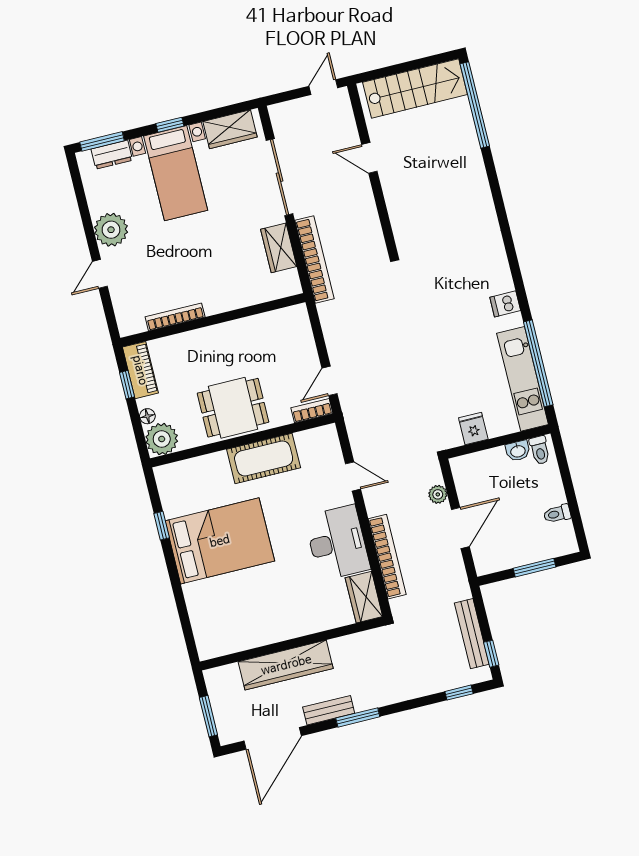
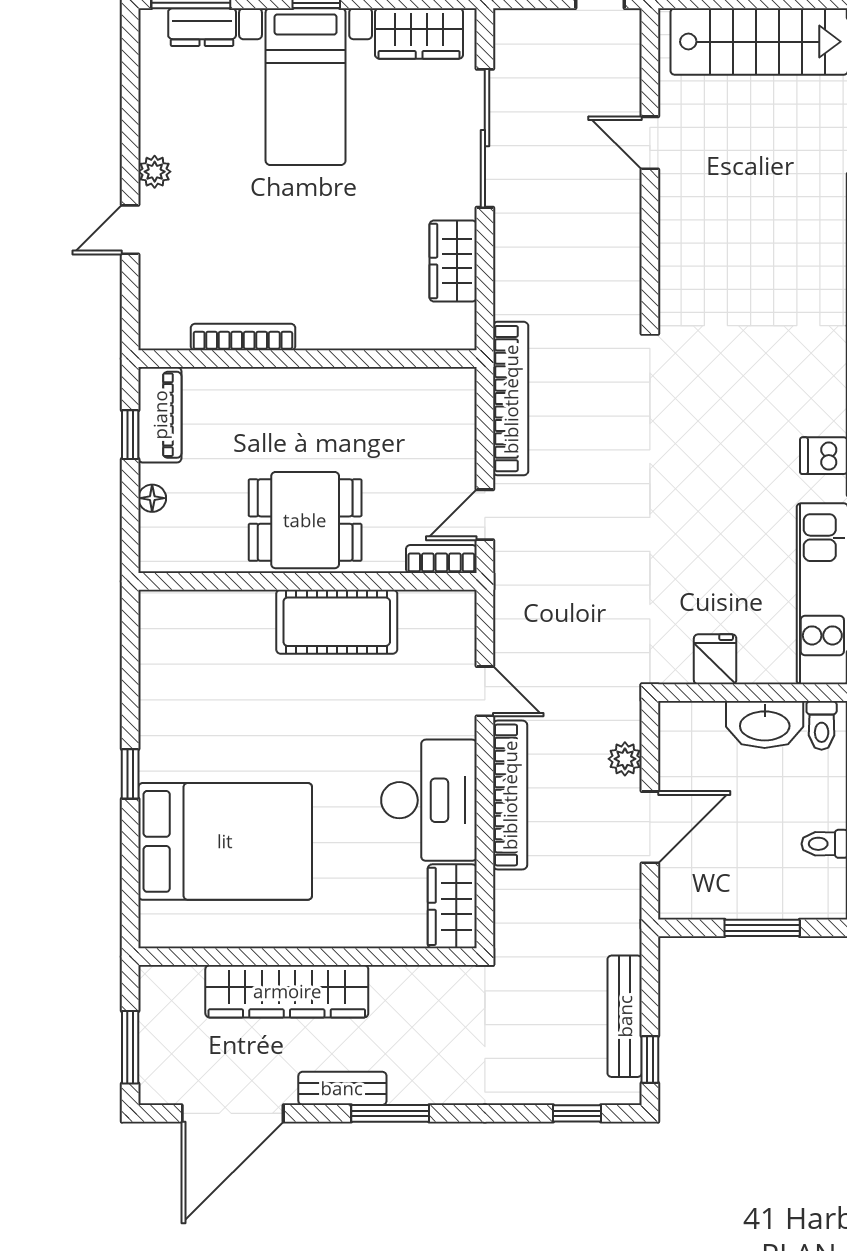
plant: (111, 230) -> (155, 172), width x0.53, depth x0.53
bookcase: (315, 260) -> (511, 399), moved
plant: (162, 439) -> (167, 544), removed
washbasin: (518, 451) -> (765, 725), width x1.91, depth x1.45
window: (162, 526) -> (130, 774), moved
bed: (220, 541) -> (225, 841), moved
bookcase: (387, 557) -> (510, 795), moved

